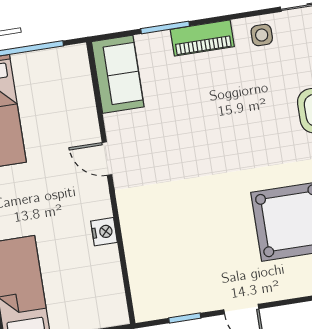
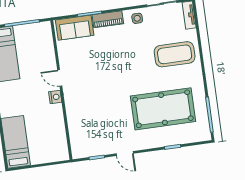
sofa: (118, 74) -> (75, 28), moved, turned 90
nightstand: (104, 232) -> (55, 97), moved

